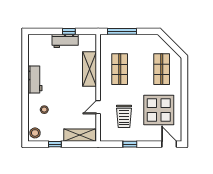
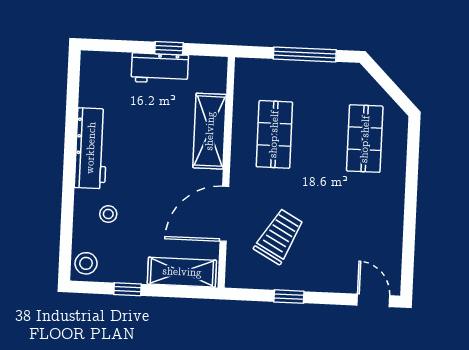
window: (122, 31) -> (305, 54), moved
workbench: (35, 79) -> (91, 148), width x1.38
door: (98, 107) -> (224, 214), width x1.87
display table: (159, 110) -> (354, 226), removed
trolley: (124, 116) -> (279, 236), turned -151

